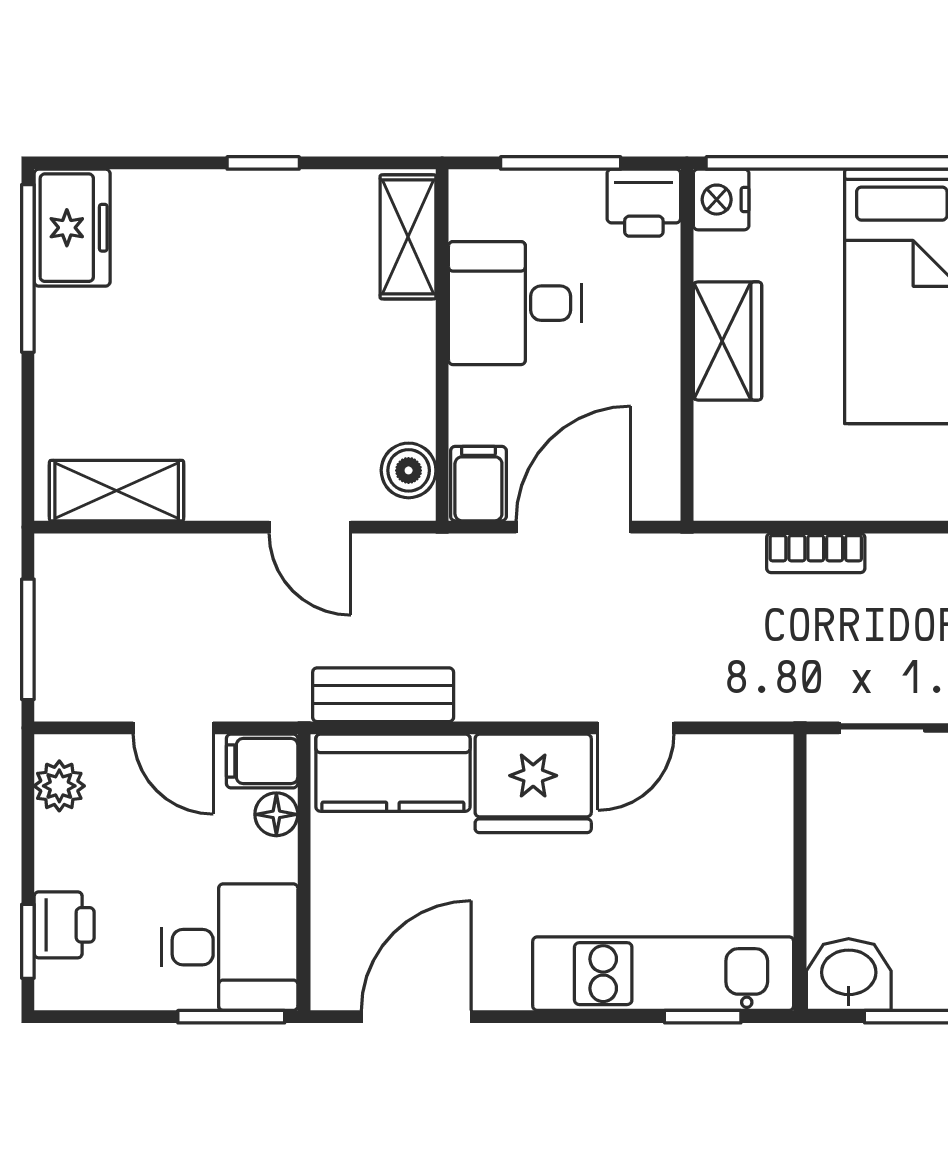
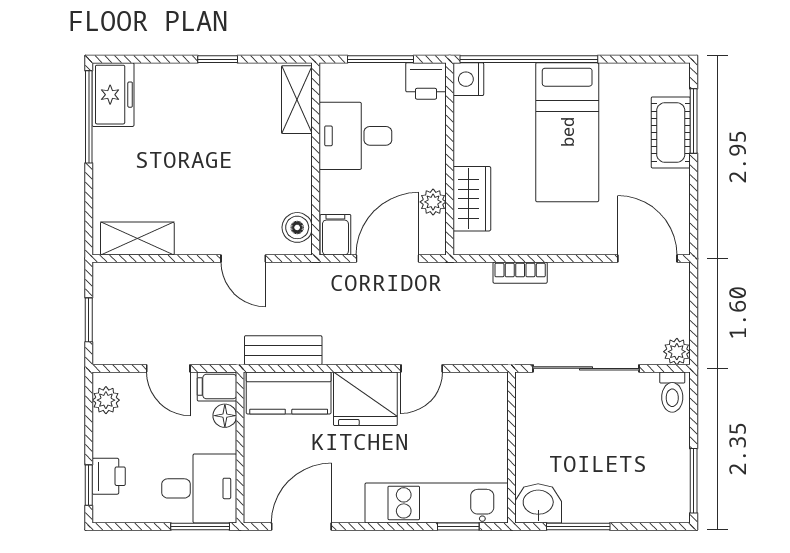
wardrobe: (728, 341) -> (472, 199), moved
plant: (657, 424) -> (433, 202), added
window: (28, 639) -> (89, 320), width x0.67

